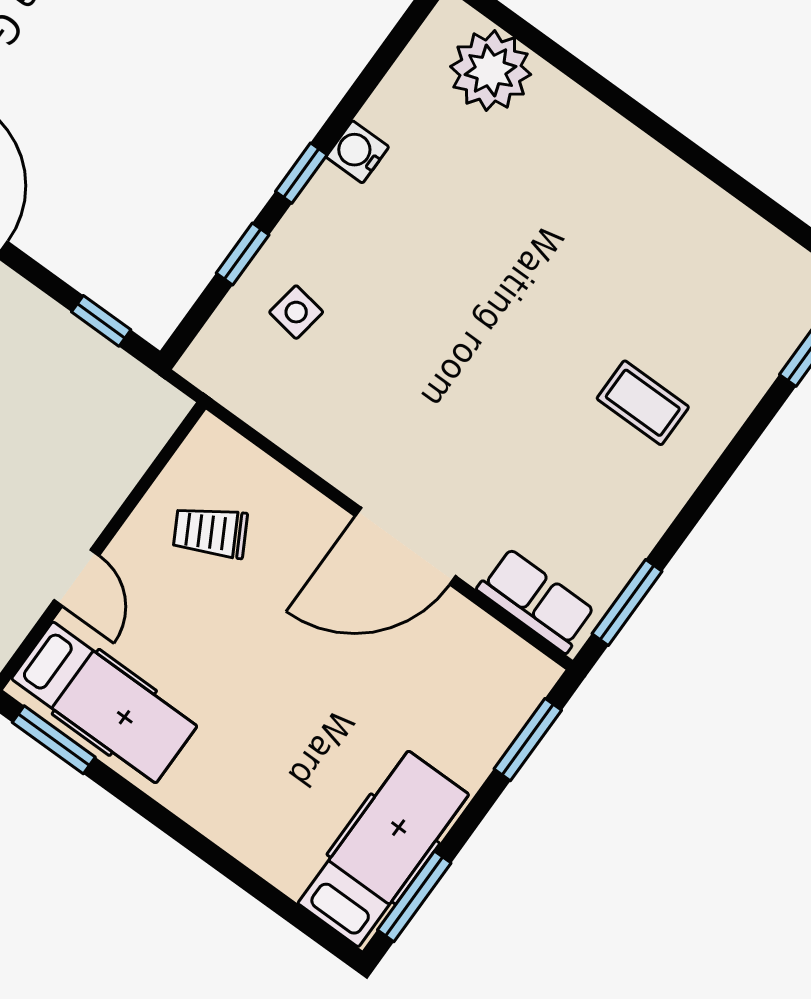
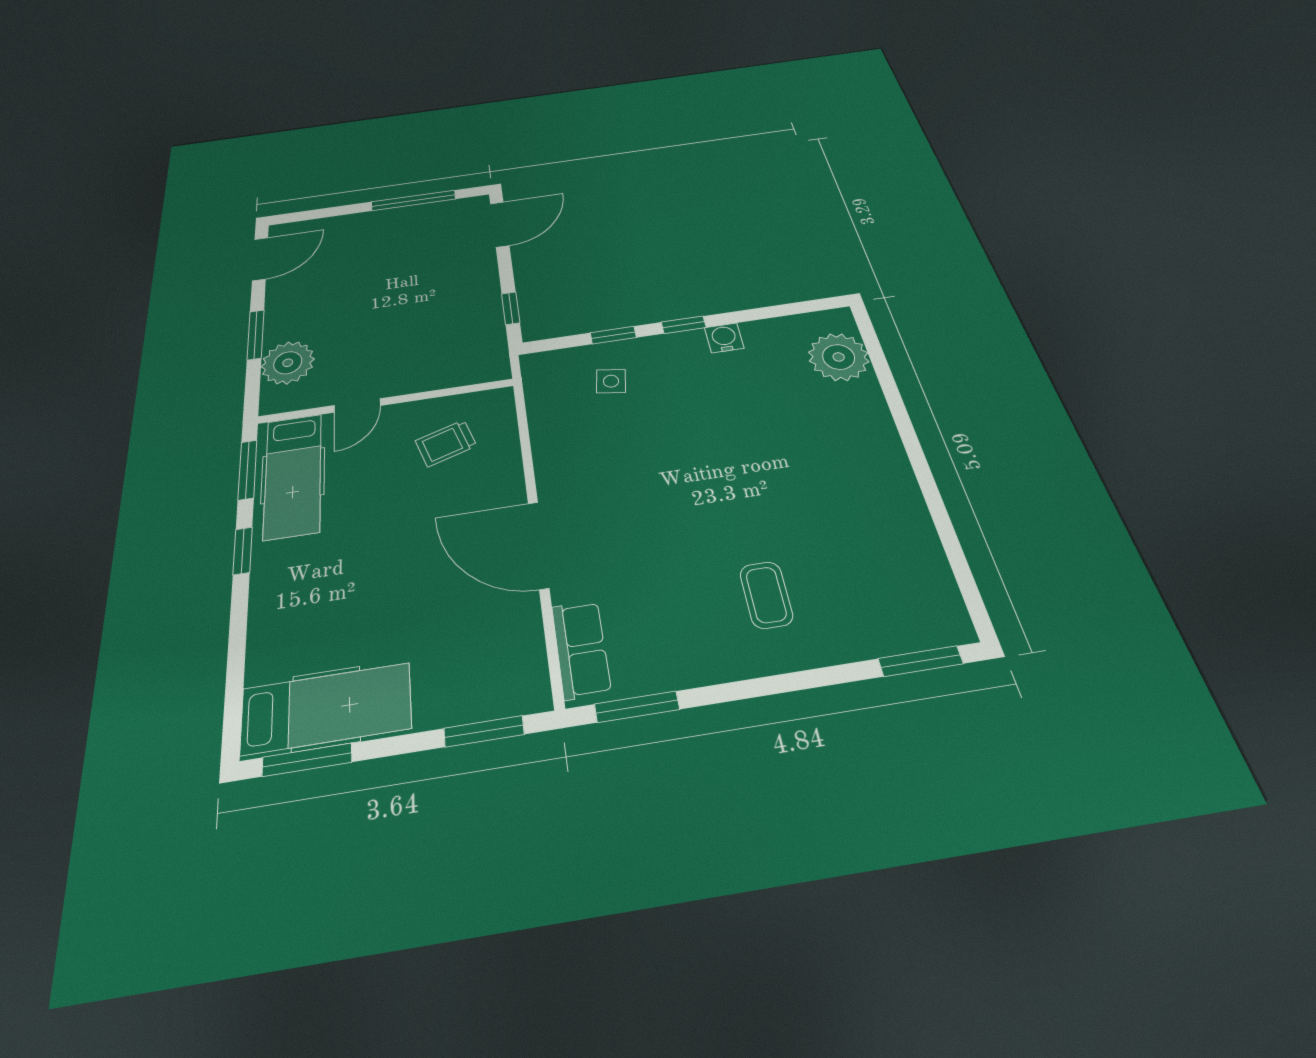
trolley: (210, 532) -> (446, 443), turned -79
window: (149, 809) -> (243, 551), added

